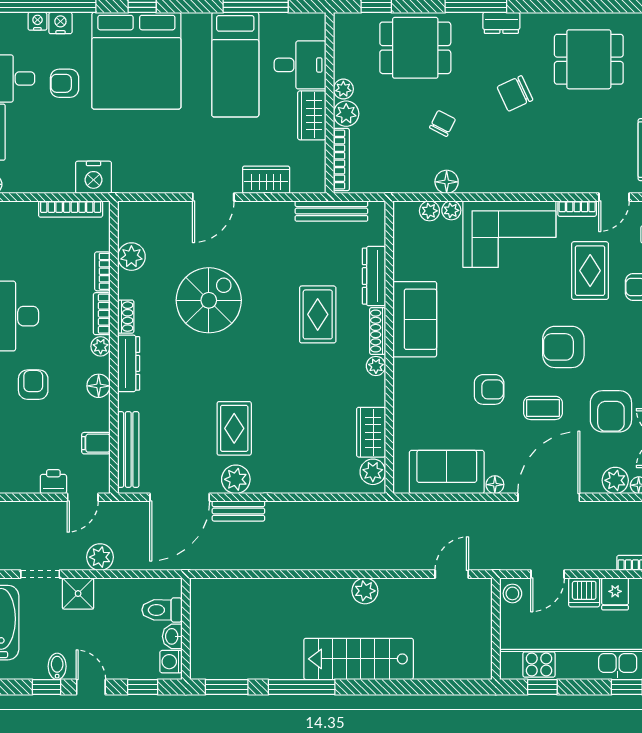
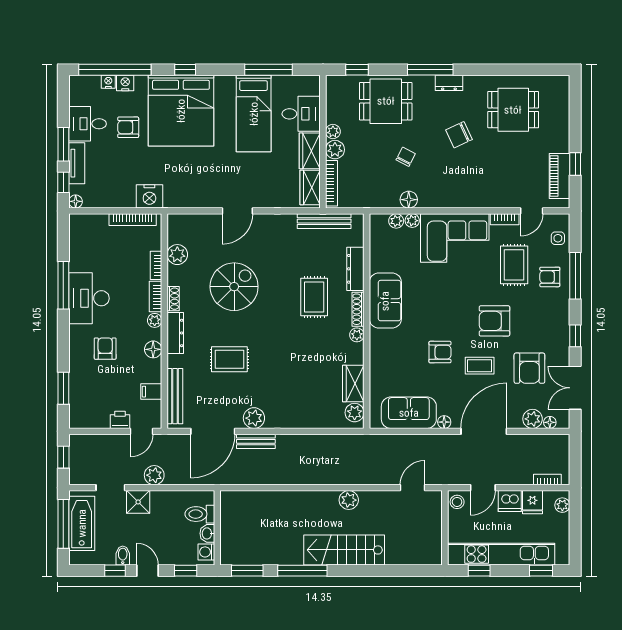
wardrobe: (266, 180) -> (310, 188), moved, turned -90
rug: (234, 428) -> (229, 359), moved, turned 90

